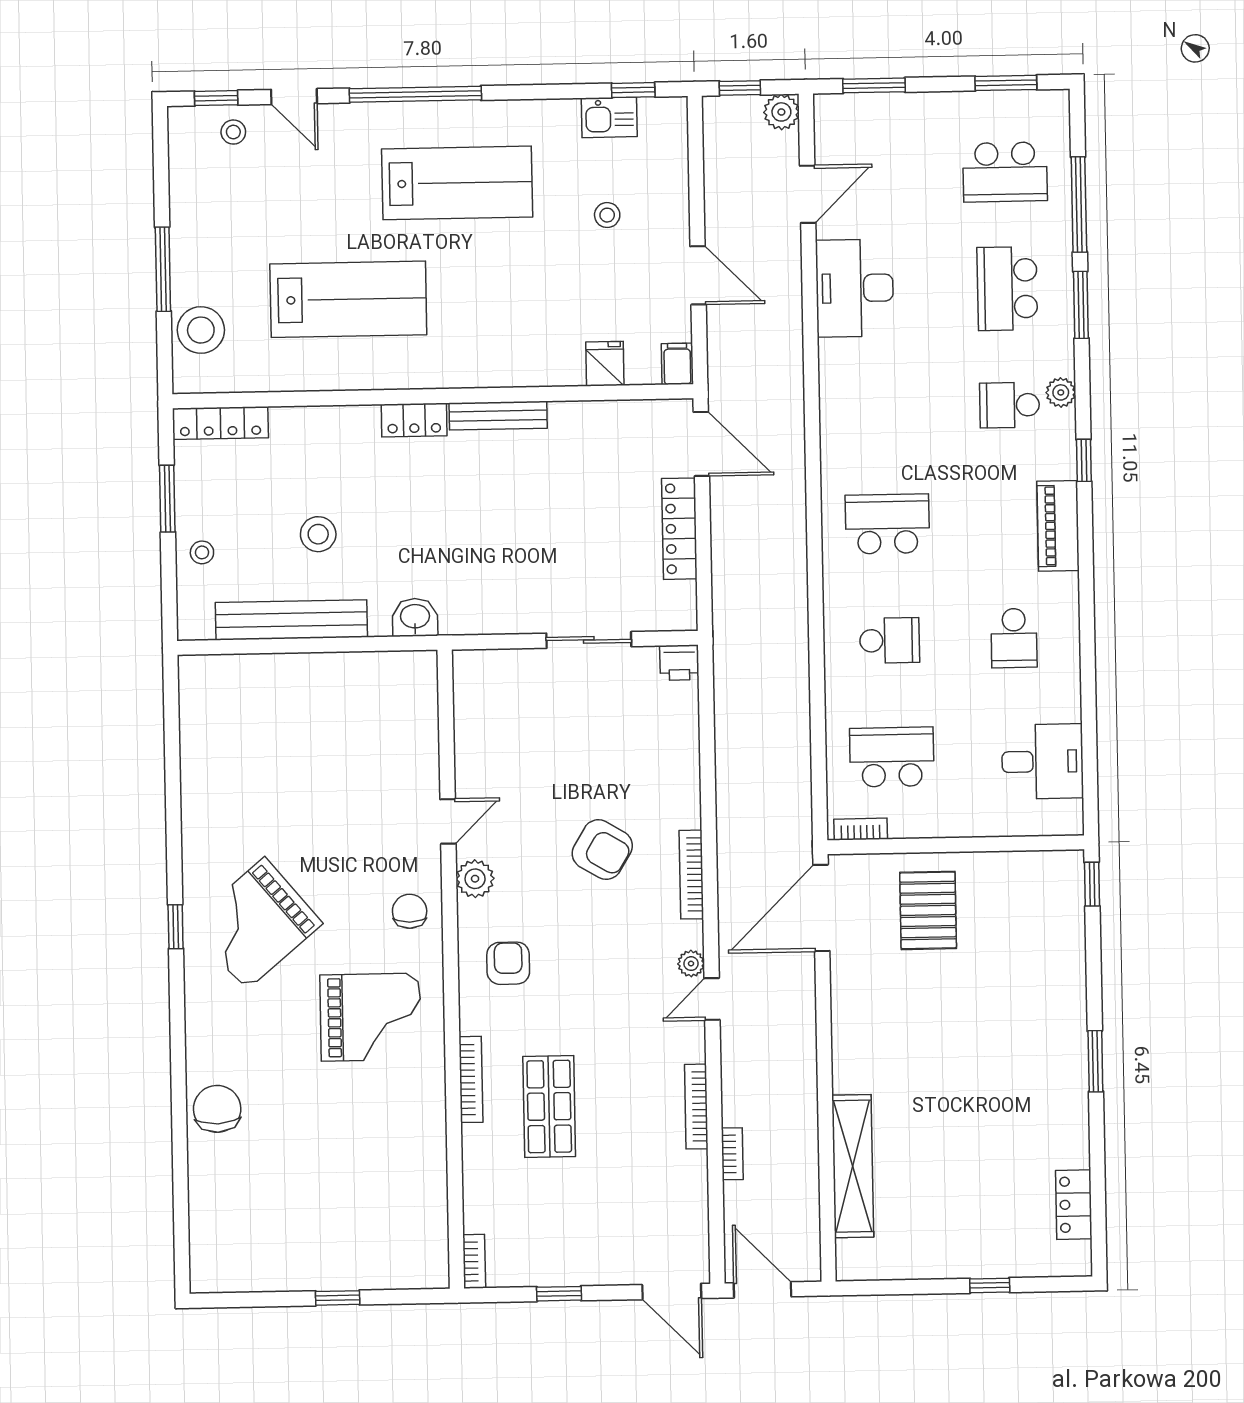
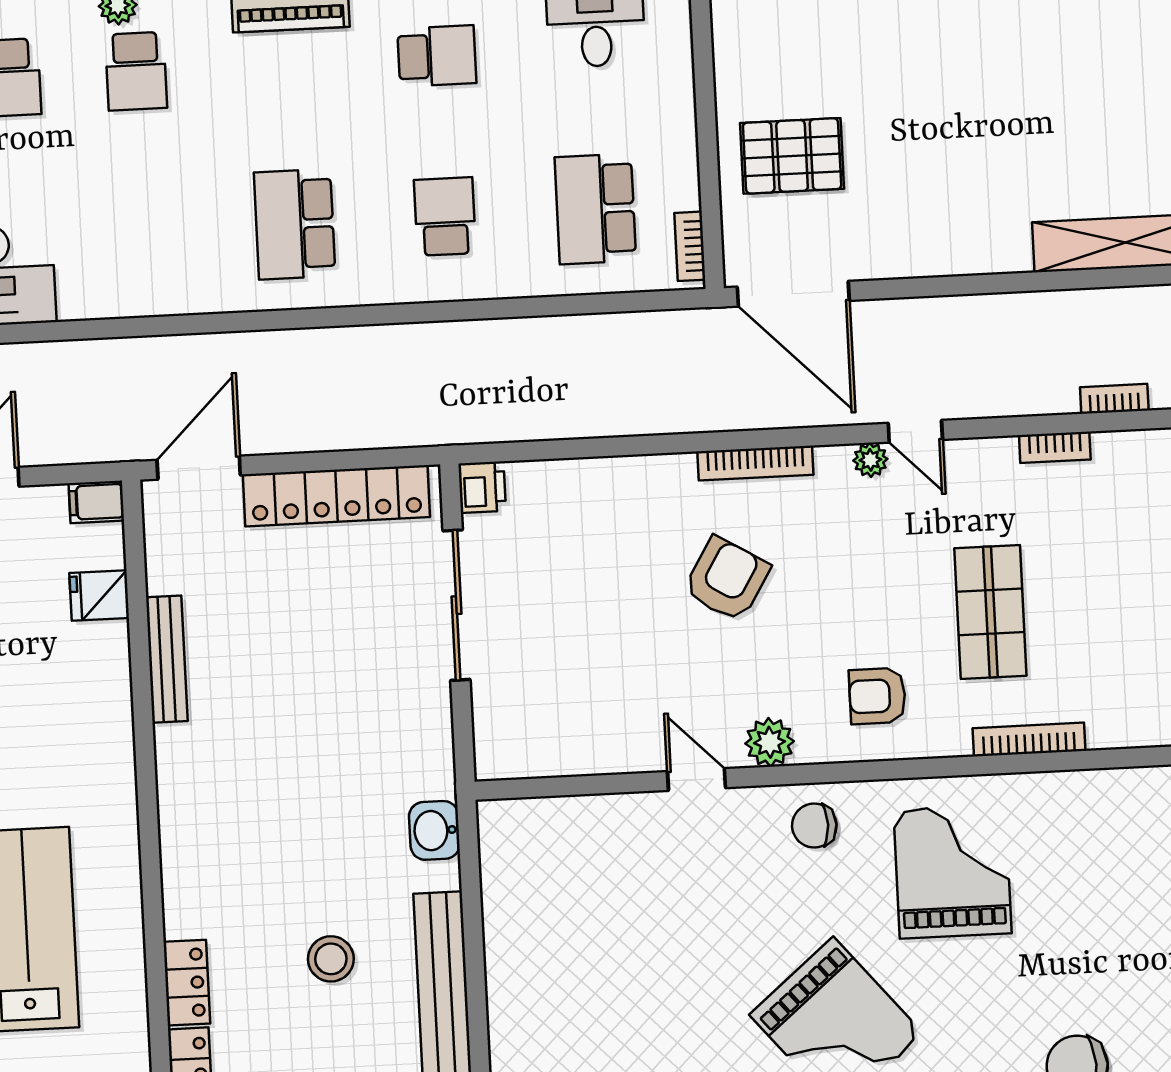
bench: (498, 416) -> (167, 659), moved
locker: (414, 420) -> (187, 983), moved
locker: (679, 529) -> (336, 496), width x1.41, depth x1.21
sliding door: (589, 640) -> (456, 605), width x1.37
shop shelf: (549, 1106) -> (990, 612), moved, turned 90
bookcase: (696, 1107) -> (1055, 447), width x0.64

